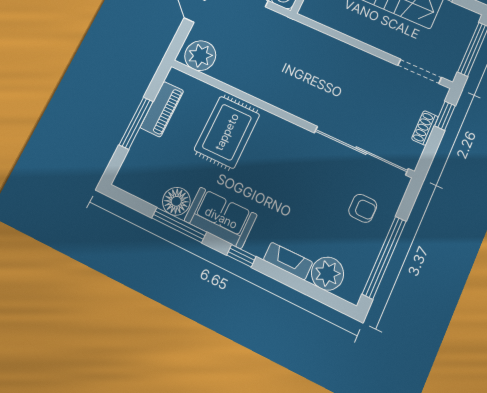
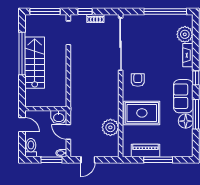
plant: (200, 56) -> (110, 127), moved
armchair: (363, 208) -> (138, 80), moved

